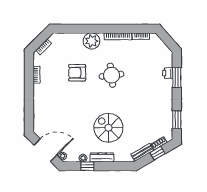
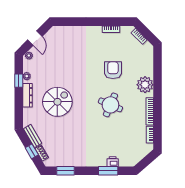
round table: (111, 75) -> (110, 105), turned 30
door: (45, 150) -> (35, 38), width x0.53

